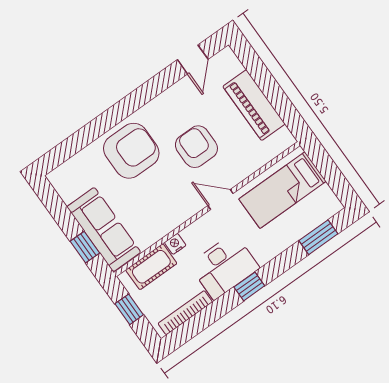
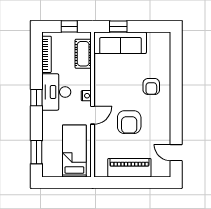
armchair: (196, 147) -> (129, 122), turned 90
armchair: (131, 151) -> (151, 87), width x0.53, depth x0.53
nightstand: (175, 244) -> (86, 96), moved

